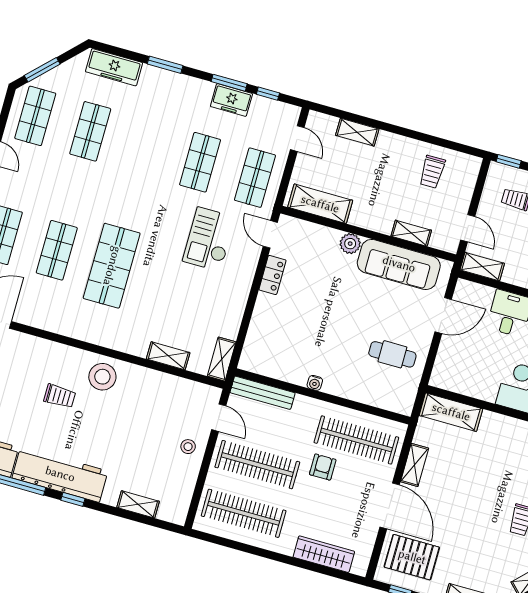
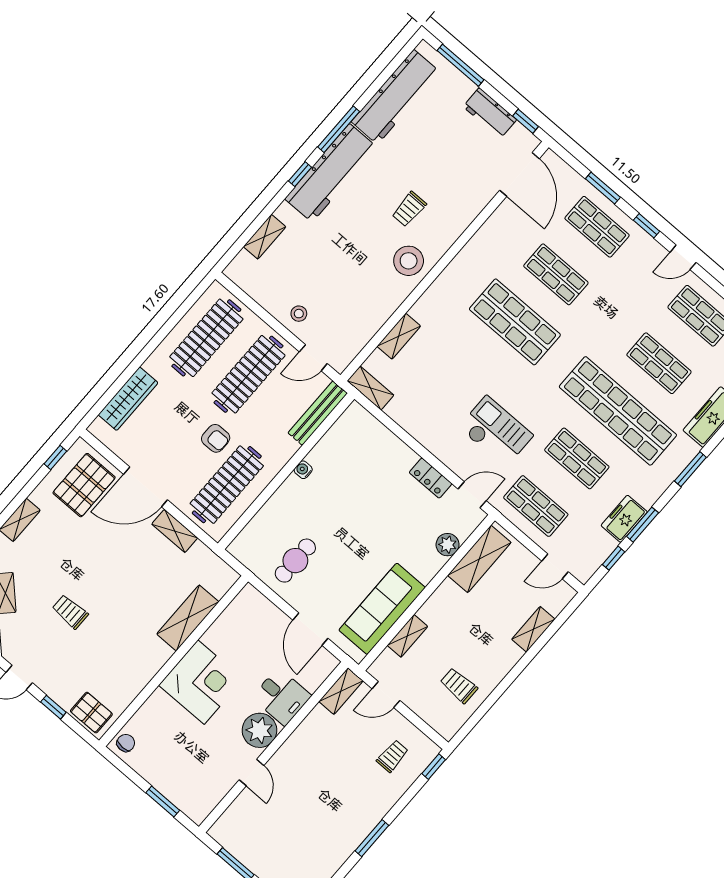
shop shelf: (145, 147) -> (618, 411), added
plant: (350, 244) -> (448, 545), moved
shelving: (451, 412) -> (188, 618), moved

